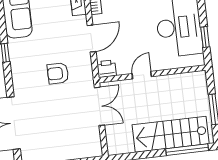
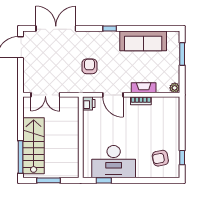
door: (142, 75) -> (81, 129), removed
double door: (100, 106) -> (45, 95), moved

